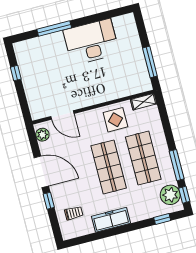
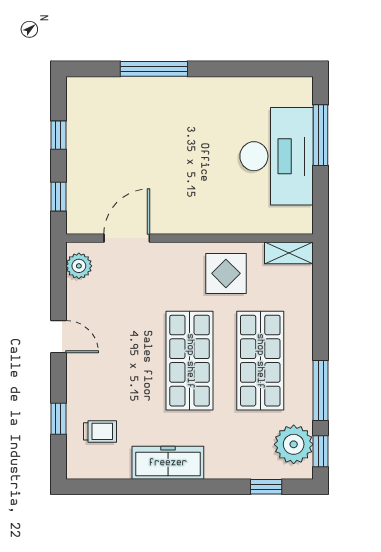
desk: (91, 42) -> (277, 156), moved, turned 90
window: (150, 62) -> (321, 135), moved
window: (24, 103) -> (58, 197), added
door: (62, 115) -> (127, 238), swing flipped
door: (41, 172) -> (58, 337), width x0.53
window: (49, 201) -> (58, 419), moved

